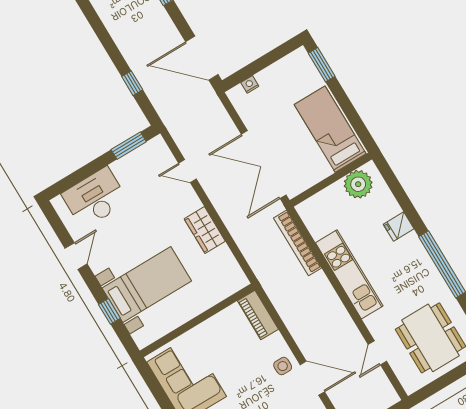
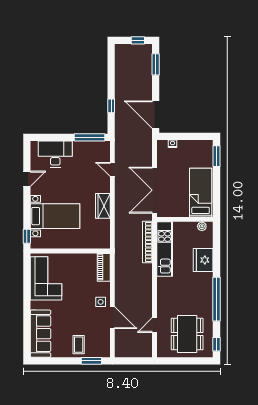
window: (129, 146) -> (90, 137), width x1.44
plant: (358, 184) -> (202, 226), width x0.53, depth x0.53
fridge: (399, 226) -> (203, 260), width x1.88, depth x1.34
kitchen unit: (349, 274) -> (165, 249), moved
window: (109, 311) -> (27, 236), moved

